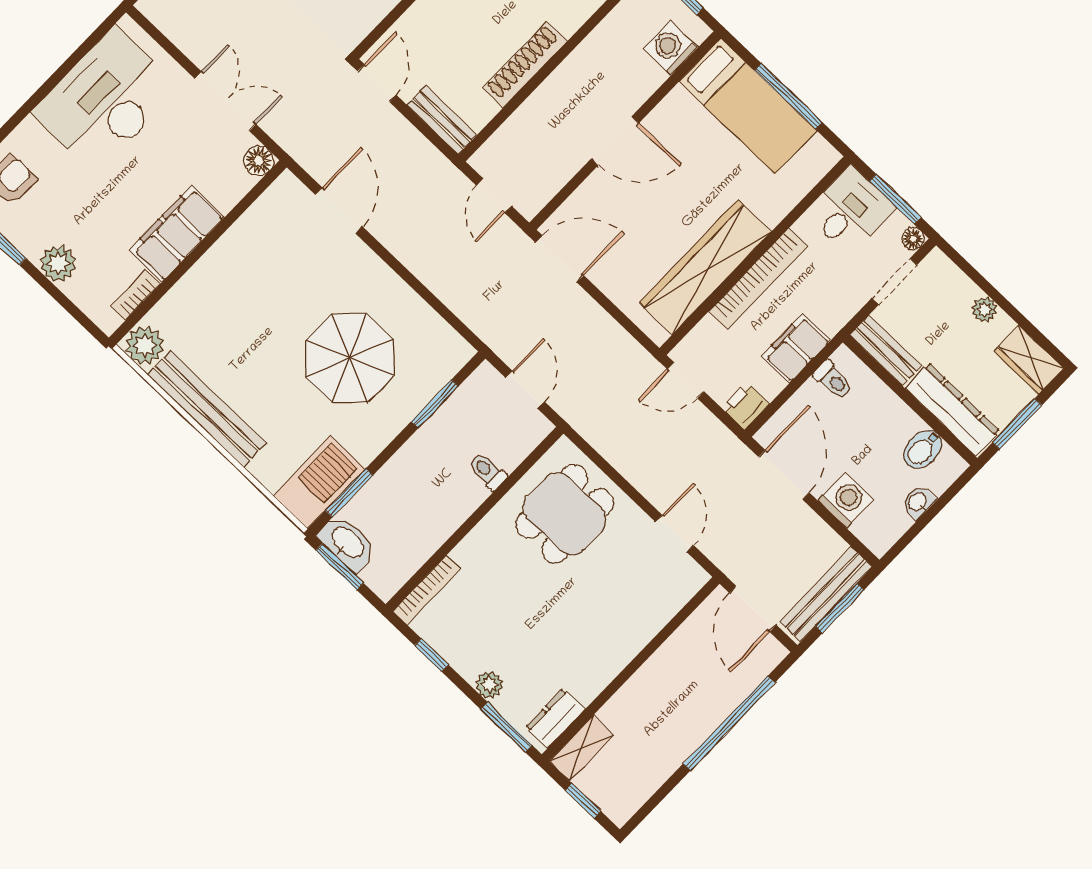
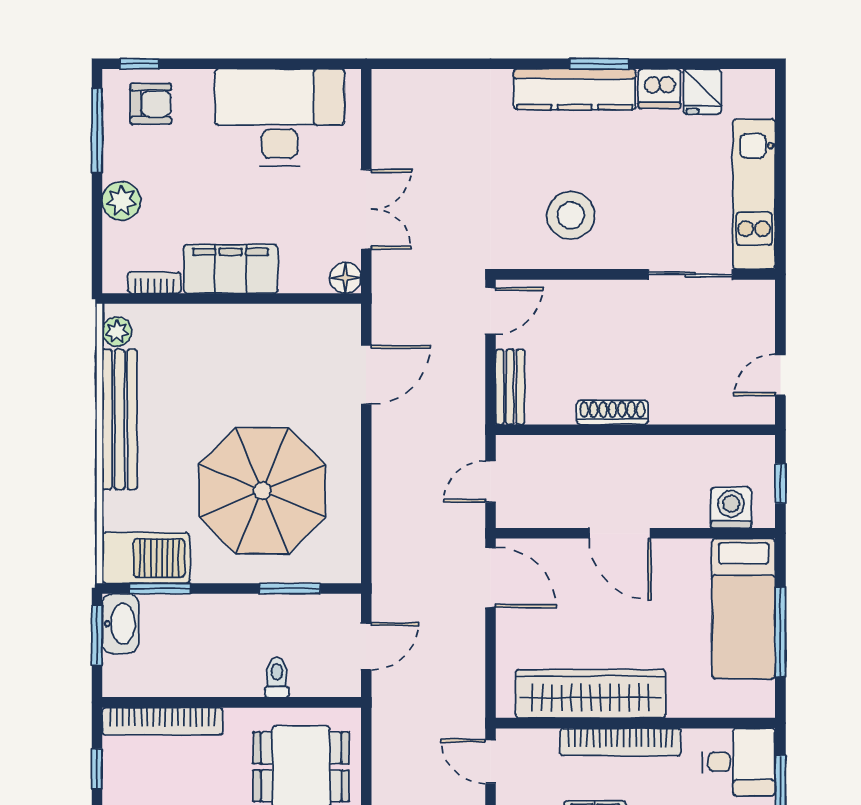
shoe rack: (525, 65) -> (612, 412), width x0.74, depth x0.81
plant: (145, 346) -> (117, 332), width x0.73, depth x0.73
parasol: (350, 358) -> (262, 491), width x1.36, depth x1.36
bookcase: (427, 590) -> (163, 721), width x1.48, depth x1.31

